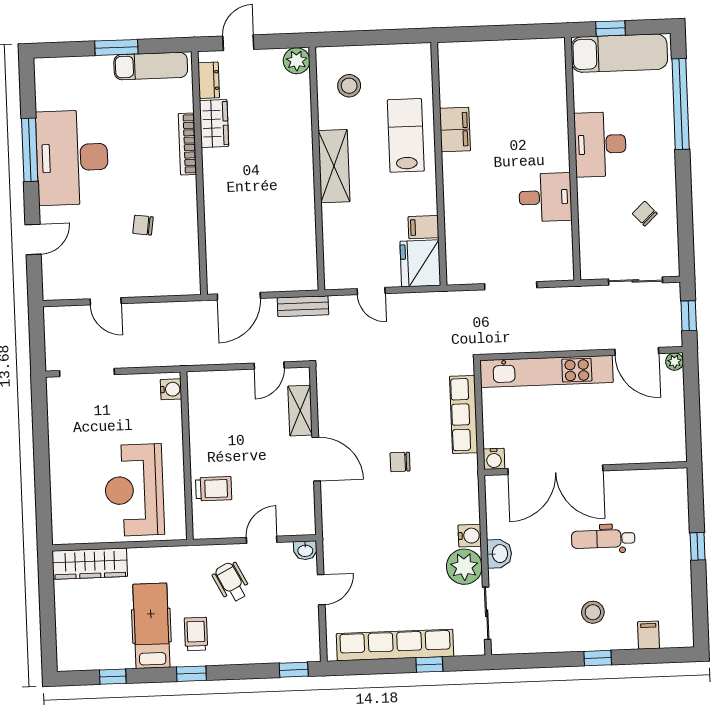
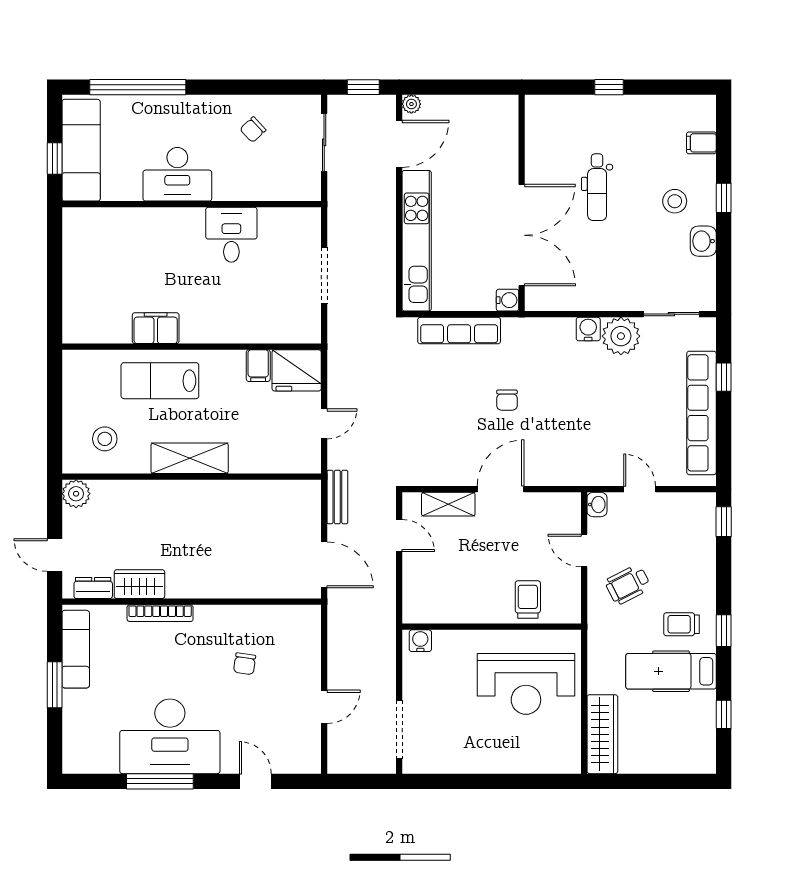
washbasin: (499, 554) -> (703, 241), moved, turned -90

